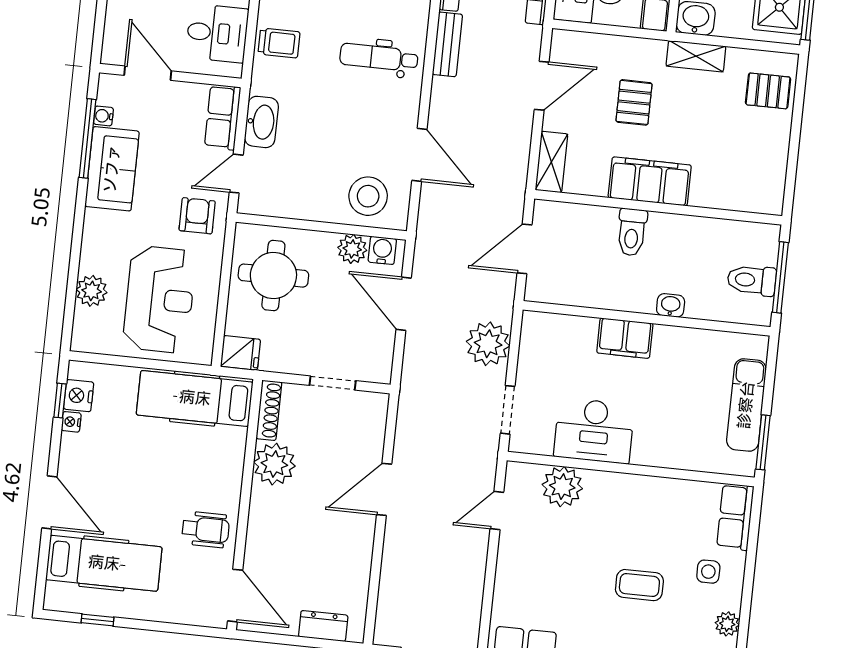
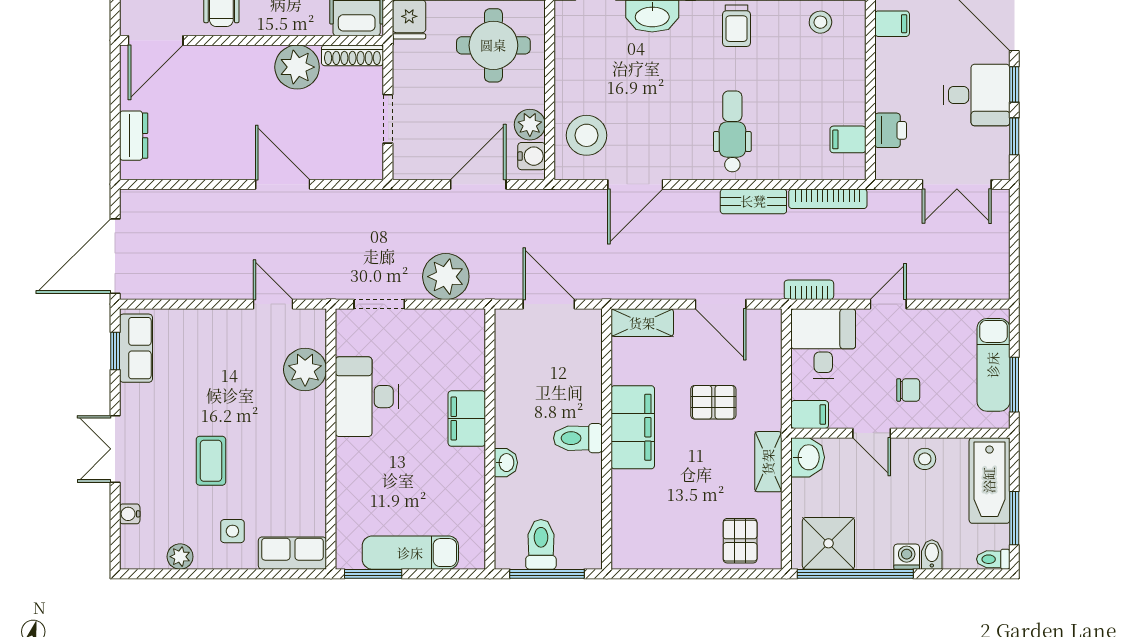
toilet: (632, 232) -> (578, 438), moved

